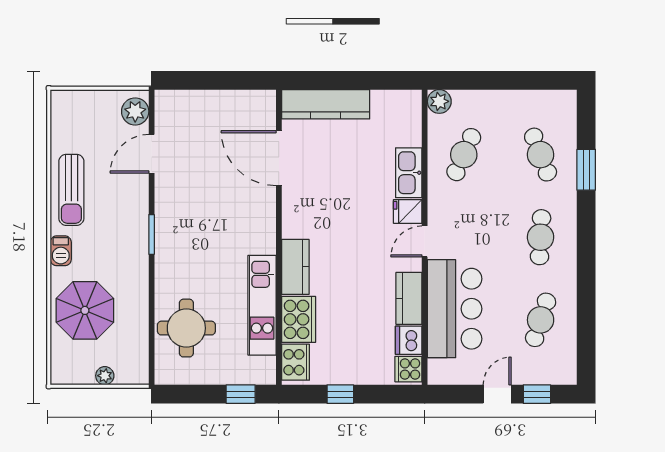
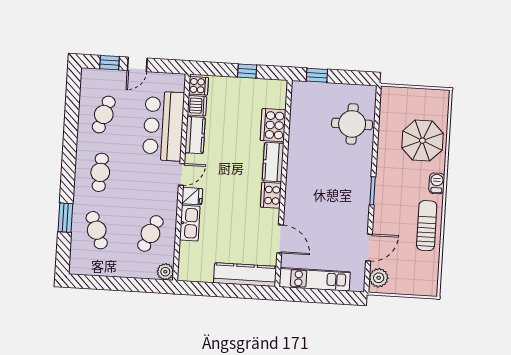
door: (279, 158) -> (280, 239), width x0.73
kitchen unit: (262, 305) -> (315, 279), moved, turned -90
cooker: (296, 362) -> (271, 195), moved
plant: (105, 376) -> (411, 94), removed

